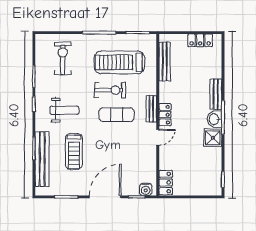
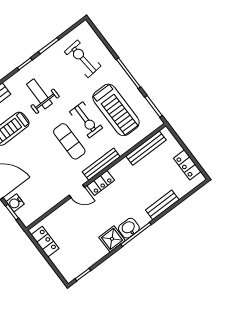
exercise bike: (63, 58) -> (83, 59), turned -95
treadmill: (119, 62) -> (116, 110), turned 180
bench: (216, 94) -> (162, 205), moved
bench: (151, 109) -> (101, 164), width x1.36
weight bench: (64, 110) -> (39, 94), turned 180
locker: (166, 183) -> (45, 242), moved, turned -90
water cooler: (146, 189) -> (15, 203), moved

